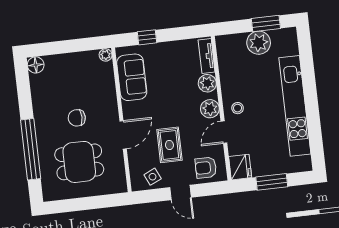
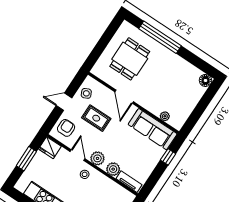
plant: (106, 55) -> (165, 116), moved
sofa: (132, 77) -> (153, 129), width x1.36
chair: (77, 118) -> (156, 78), removed

